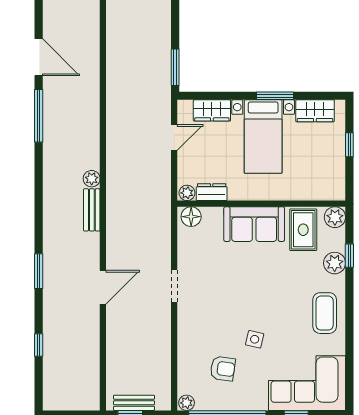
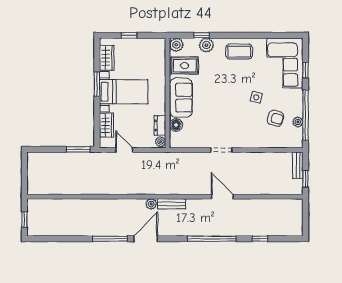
door: (39, 57) -> (146, 239), moved
floor lamp: (191, 217) -> (176, 125), moved
window: (39, 271) -> (212, 239), width x2.11
armchair: (223, 369) -> (275, 118), turned 98
bench: (134, 403) -> (298, 165), moved
plant: (187, 403) -> (298, 122), moved

